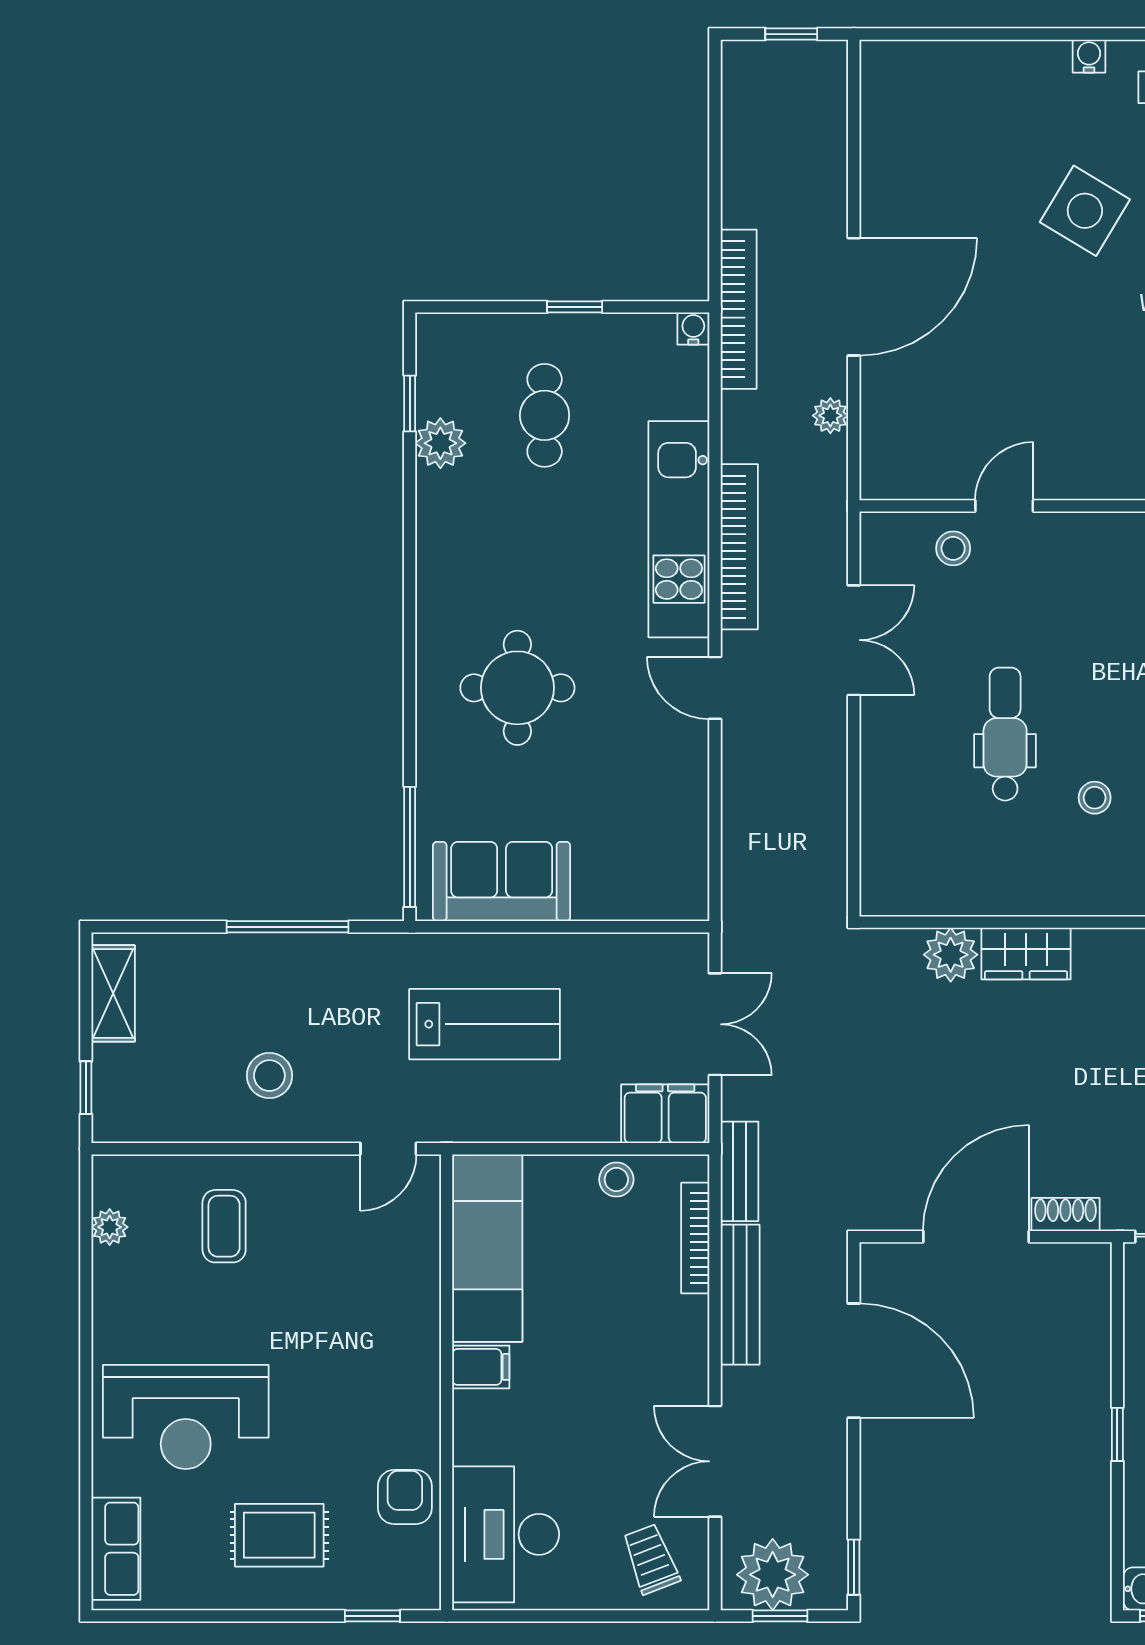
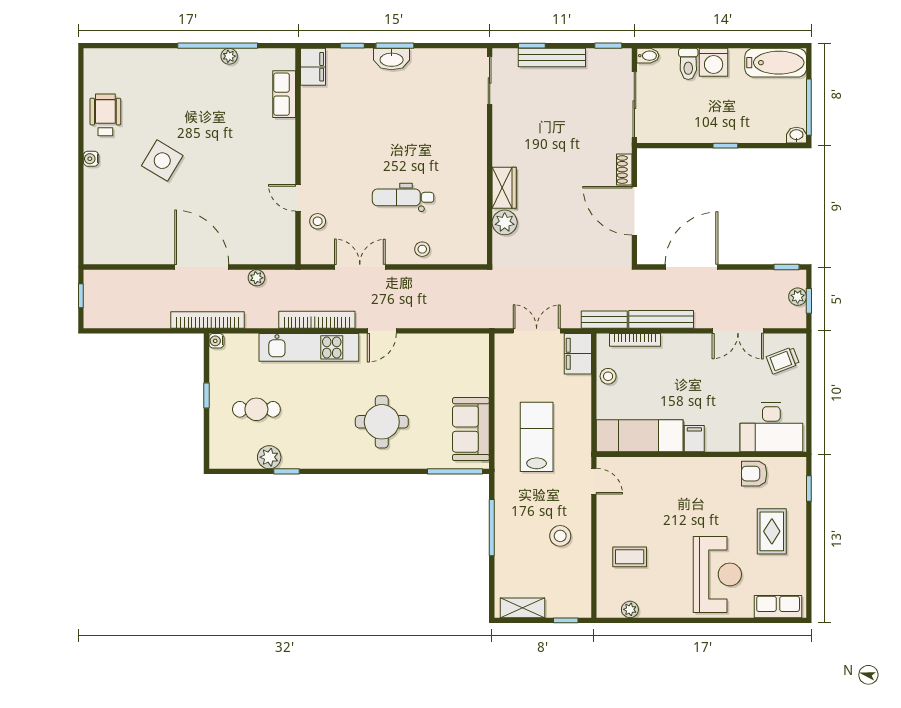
window: (410, 403) -> (286, 471), moved
stool: (1095, 798) -> (422, 249), moved
plant: (773, 1575) -> (798, 297), width x0.53, depth x0.53

